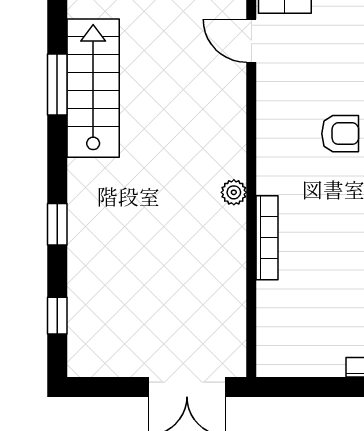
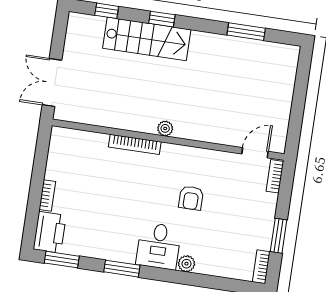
stairs: (93, 88) -> (147, 39), moved

